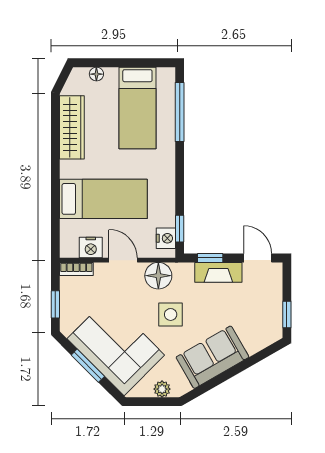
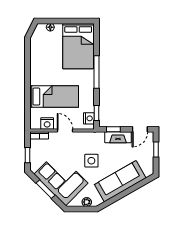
bed: (137, 108) -> (78, 46), width x1.50
window: (180, 112) -> (96, 72), moved
wardrobe: (72, 127) -> (37, 57), removed
door: (258, 258) -> (140, 129), swing flipped
floor lamp: (158, 276) -> (85, 139), removed
window: (287, 314) -> (156, 149), moved
sofa: (212, 357) -> (120, 181), width x1.36

